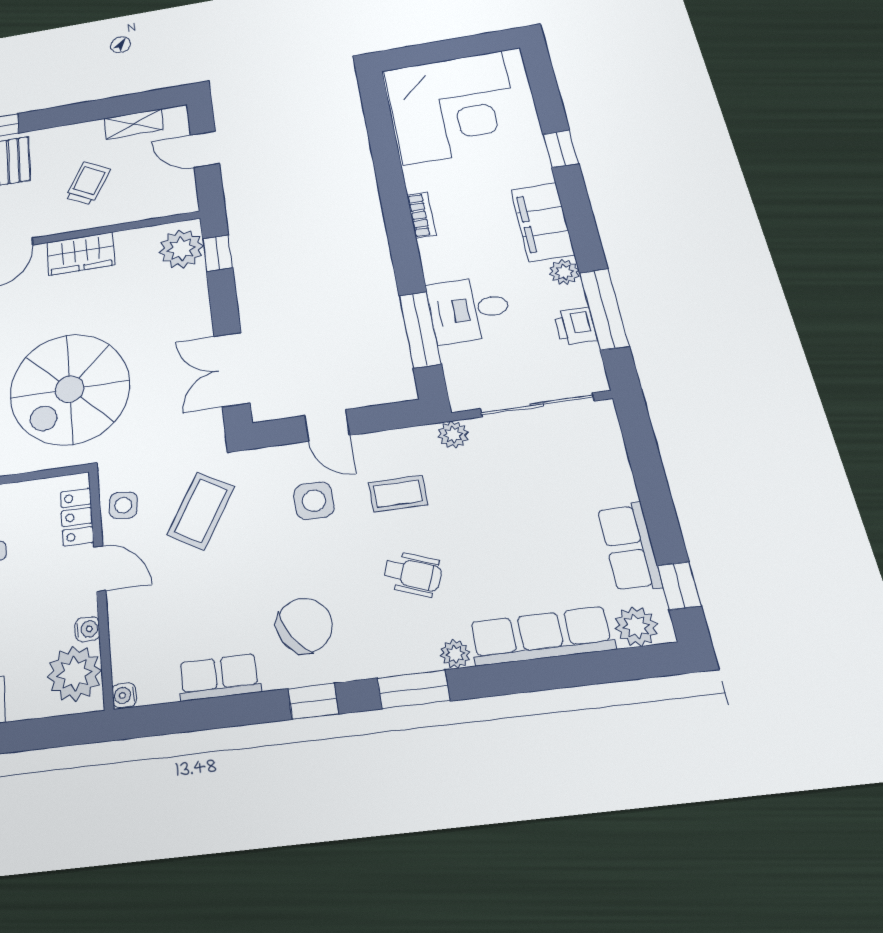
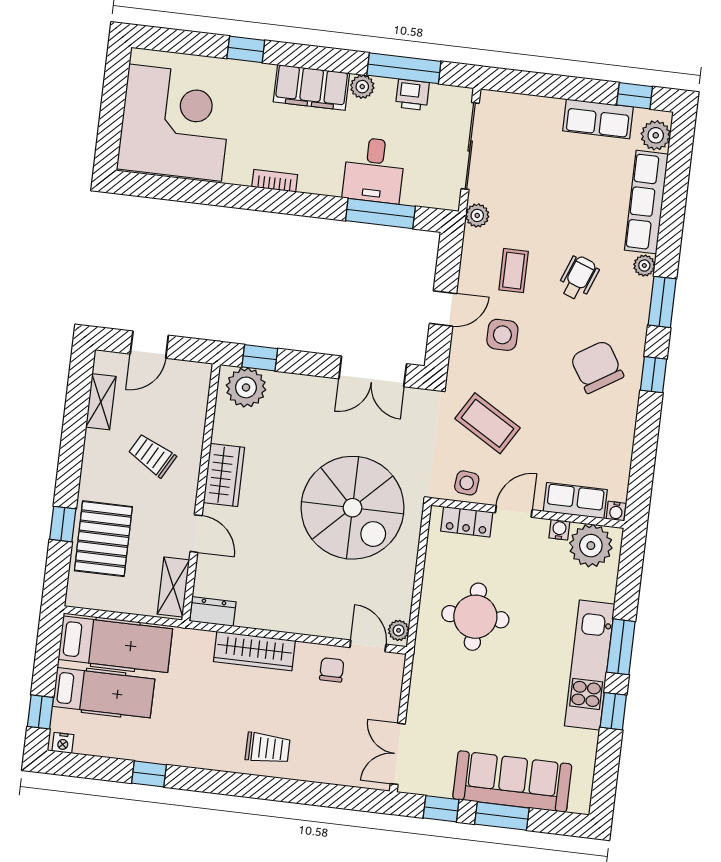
row of seats: (219, 677) -> (575, 501), moved, turned 90

